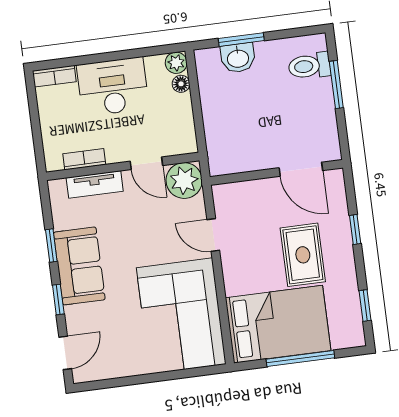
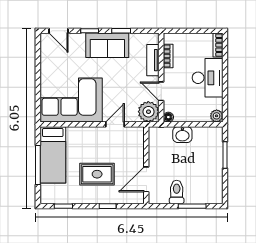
washbasin: (238, 58) -> (182, 135), moved, turned -90
toilet: (309, 66) -> (177, 192), moved
floor lamp: (181, 84) -> (168, 117), moved
door: (146, 163) -> (161, 91), hinge flipped
bed: (278, 324) -> (53, 155), width x0.67

